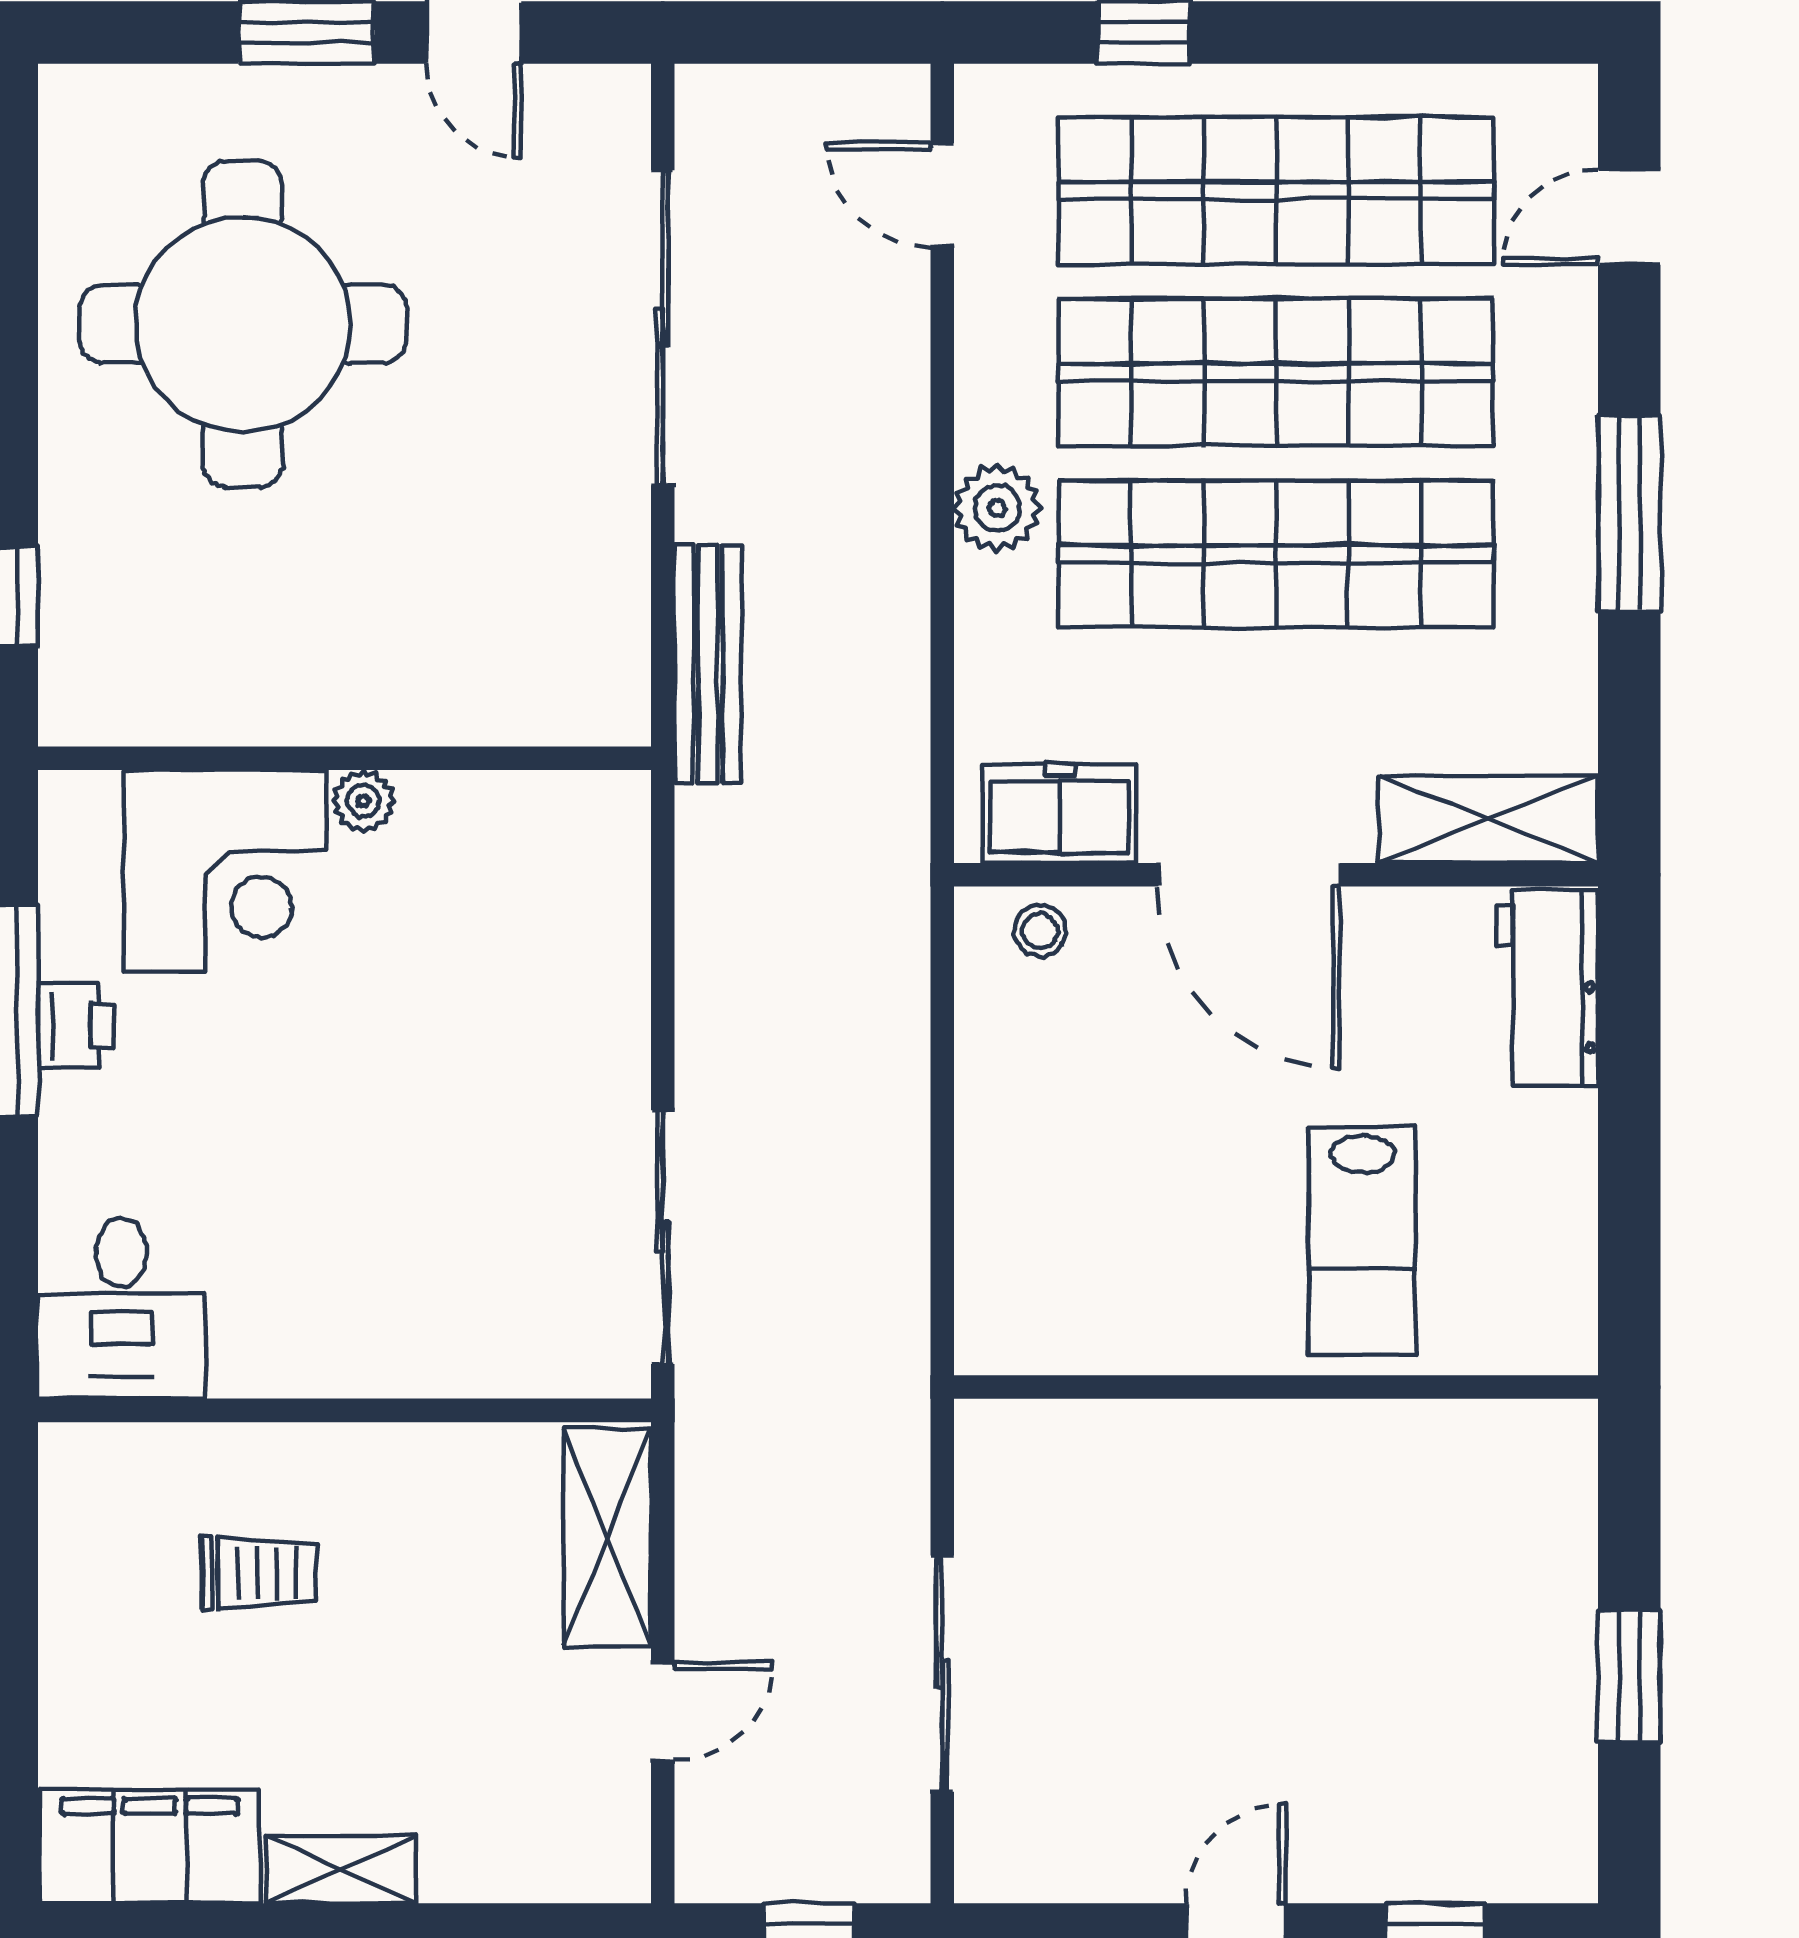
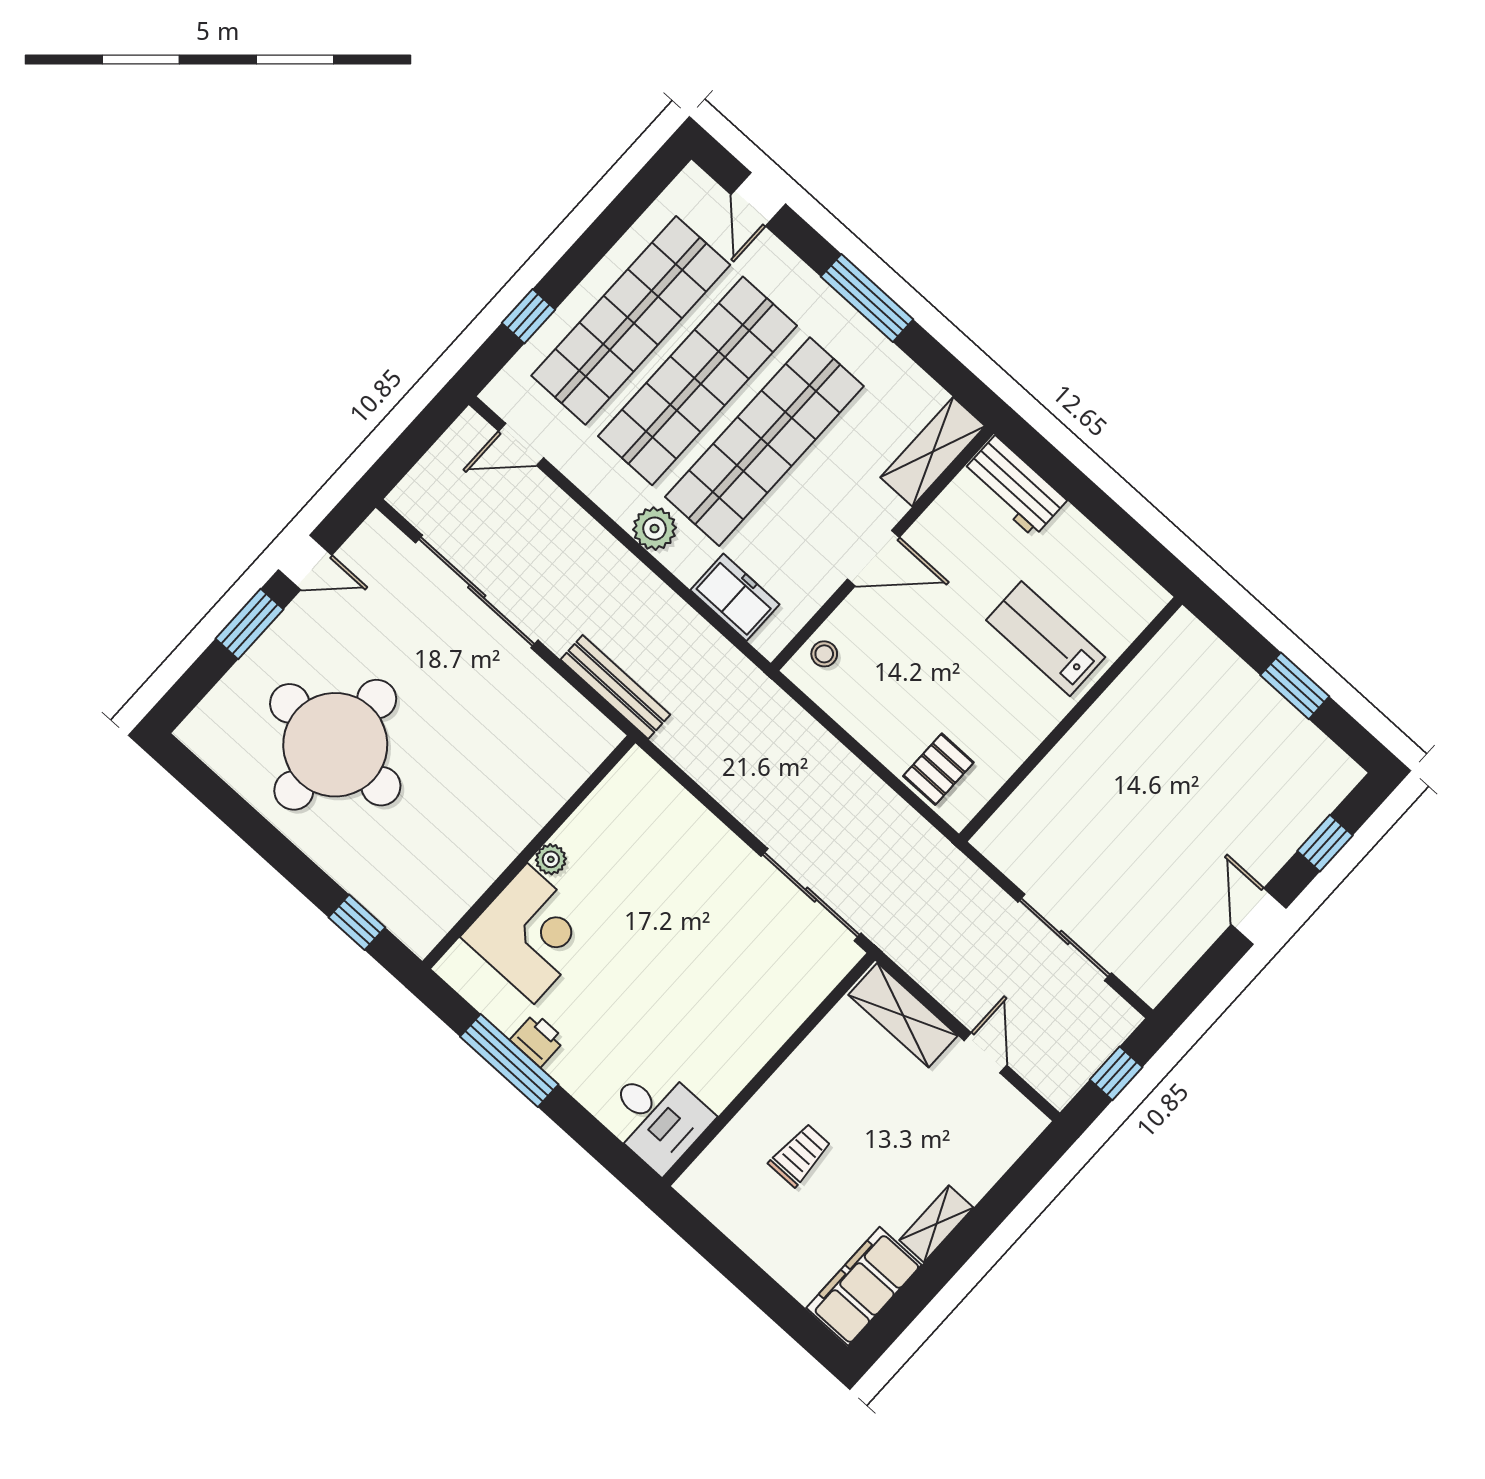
freezer: (1060, 813) -> (735, 597), moved, turned 90
door: (1249, 875) -> (873, 558), width x0.73
lab bench: (1362, 1241) -> (1046, 639), turned 180
pallet: (1022, 1257) -> (938, 769), added

